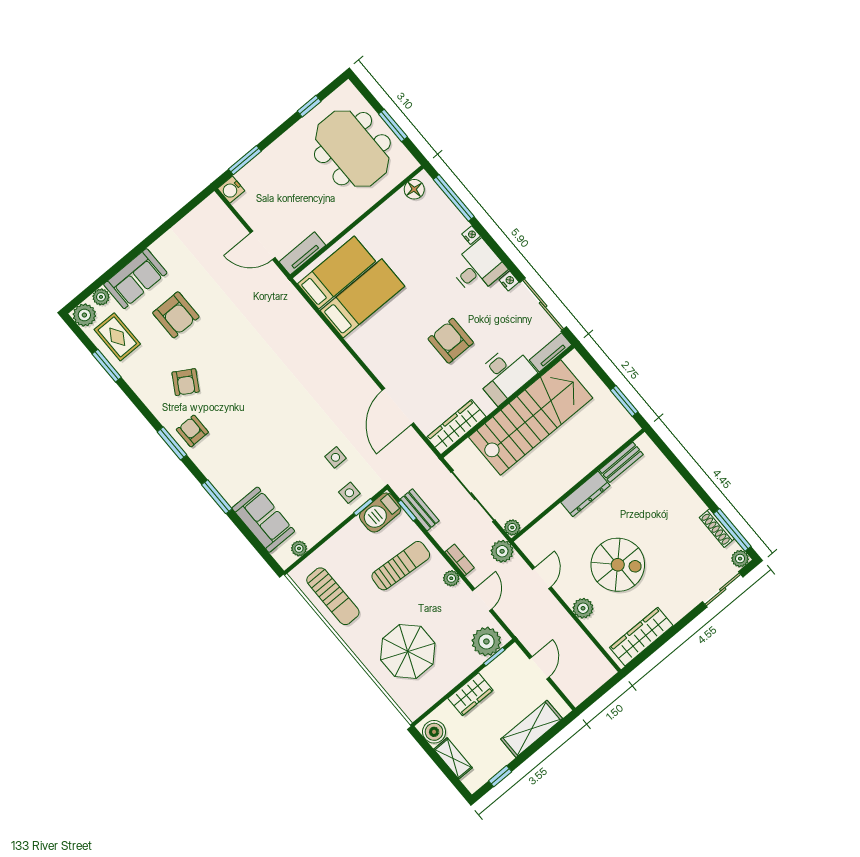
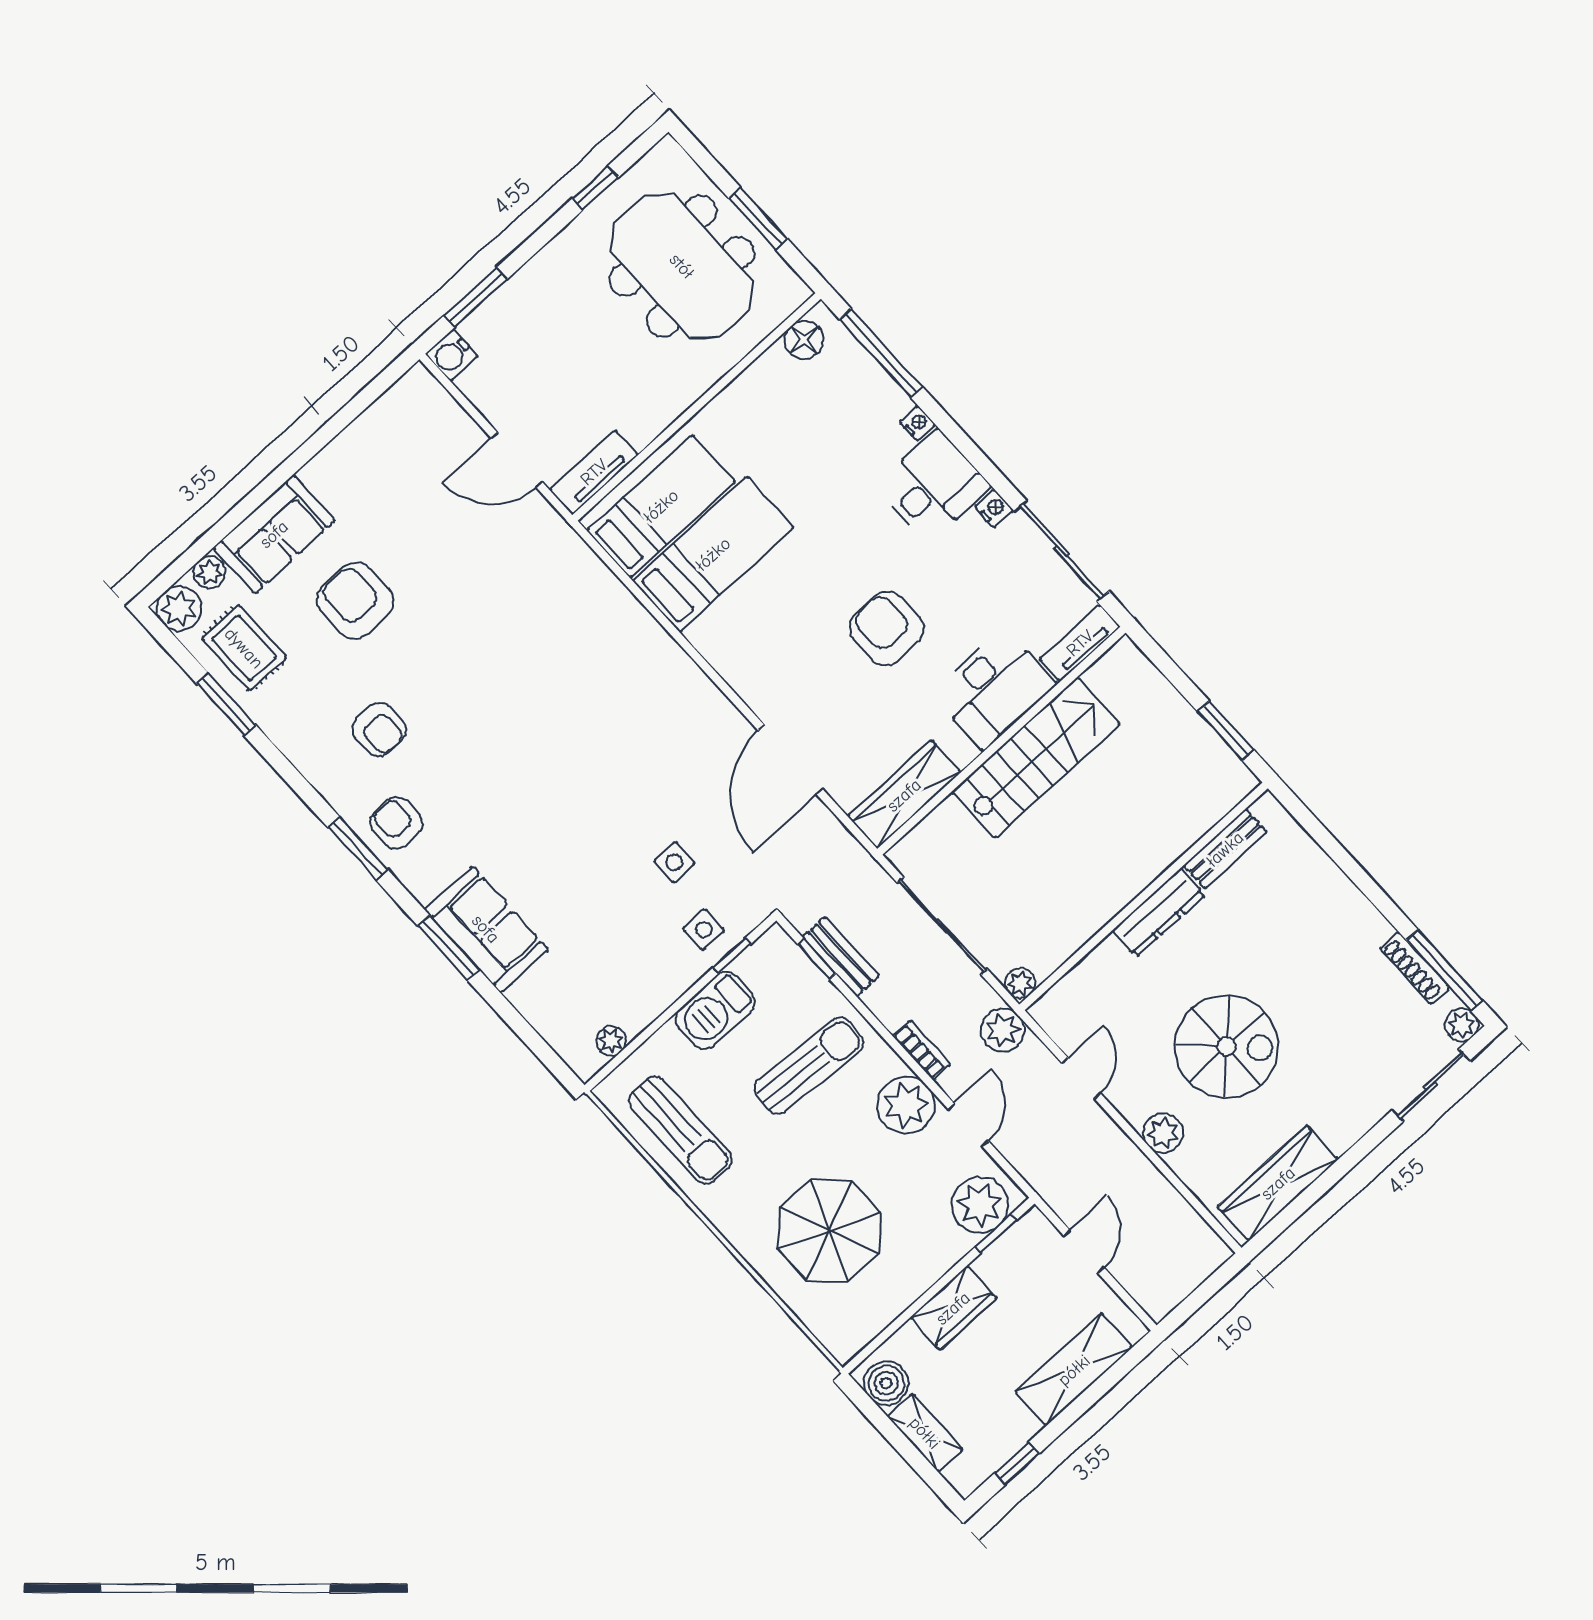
armchair: (176, 315) -> (355, 601), turned 180
armchair: (186, 382) -> (379, 730), turned -31
stairs: (531, 417) -> (1036, 758), width x0.73, depth x0.66
barbecue: (380, 512) -> (715, 1010), moved
sofa: (263, 520) -> (486, 929), moved
plant: (451, 578) -> (906, 1105), width x1.87, depth x1.87

